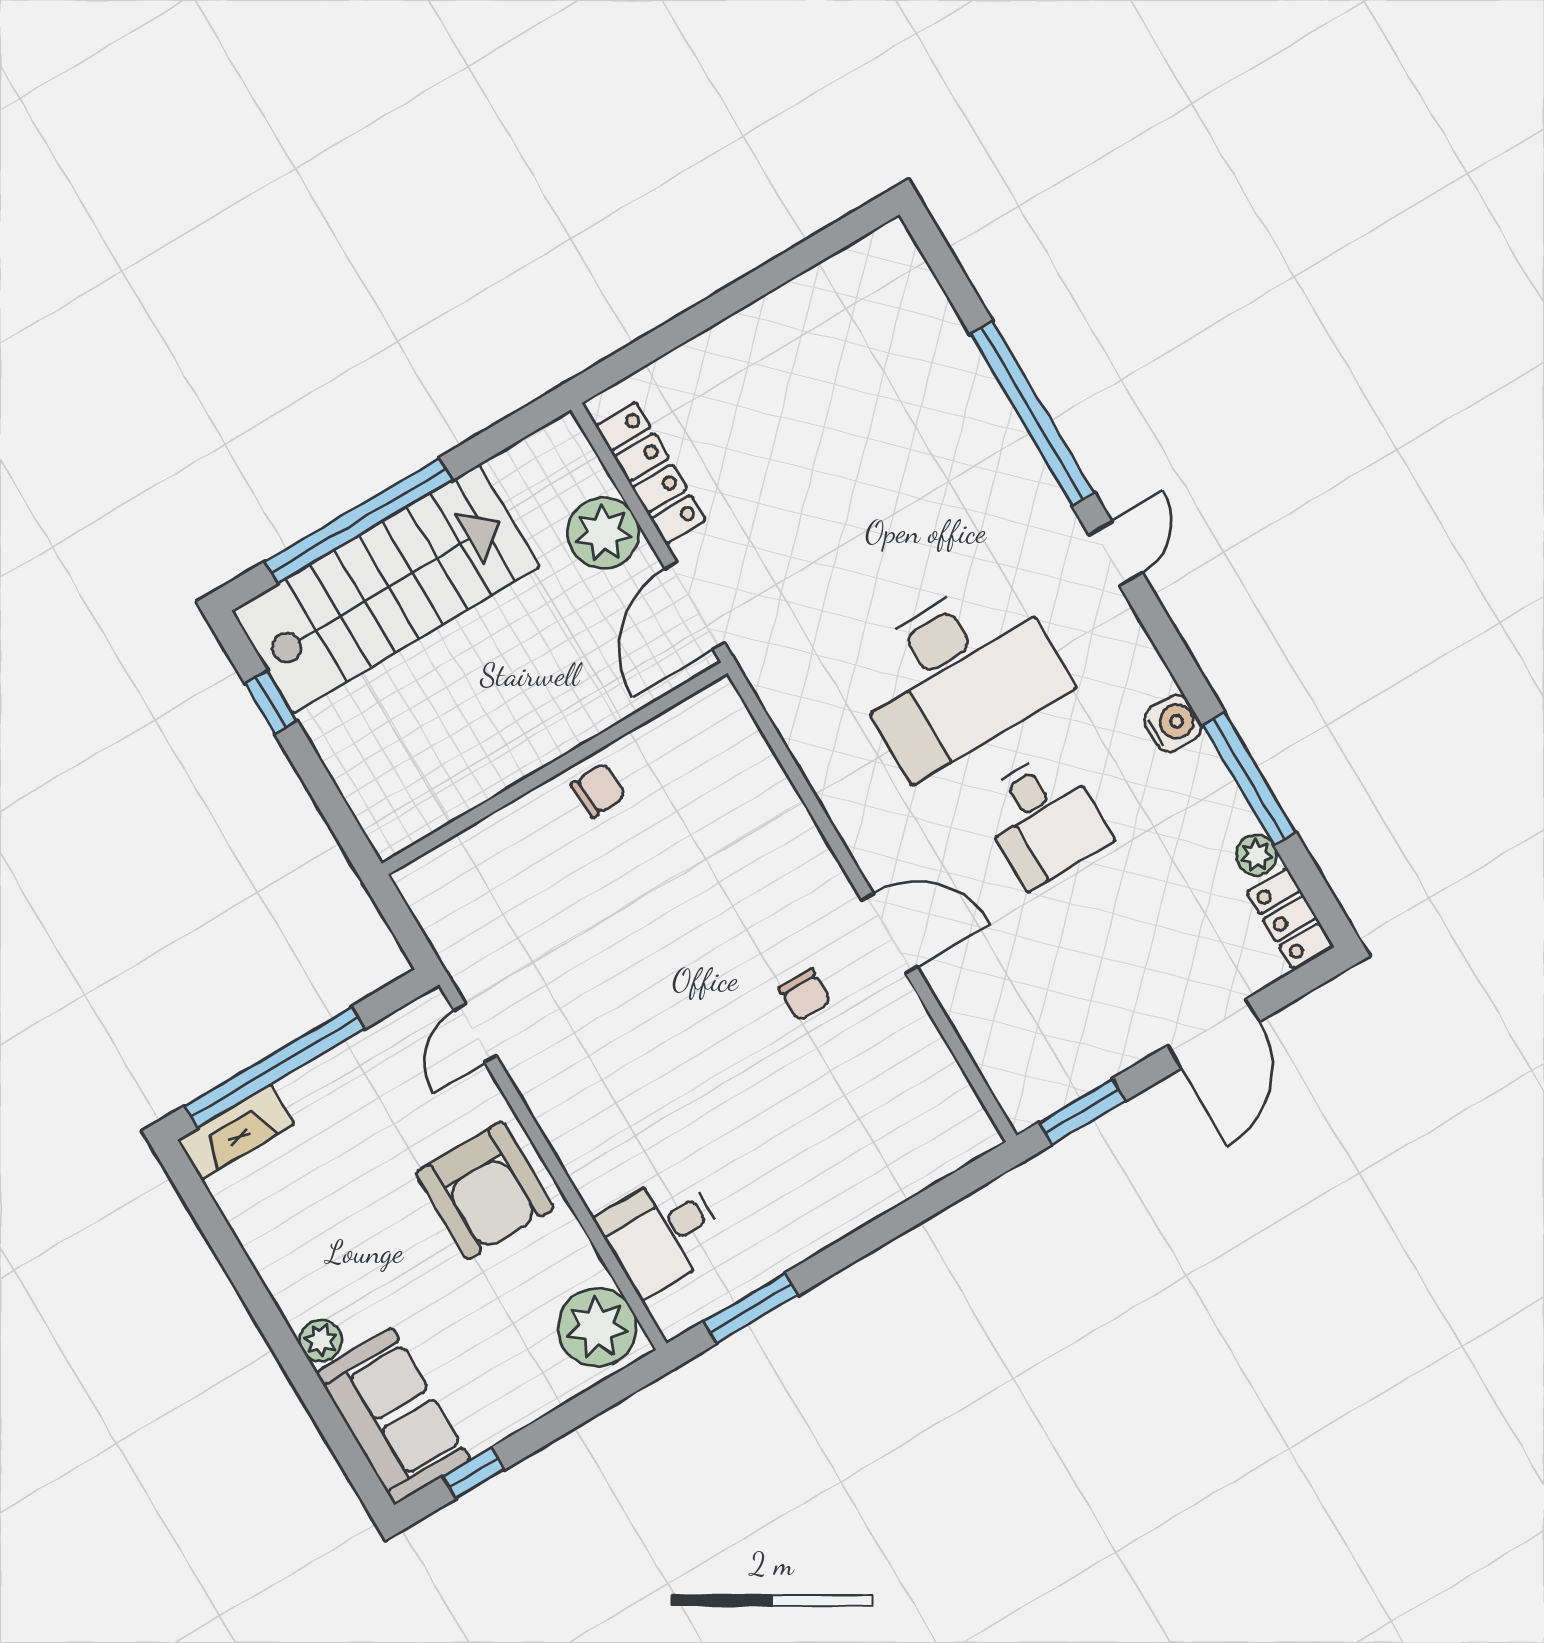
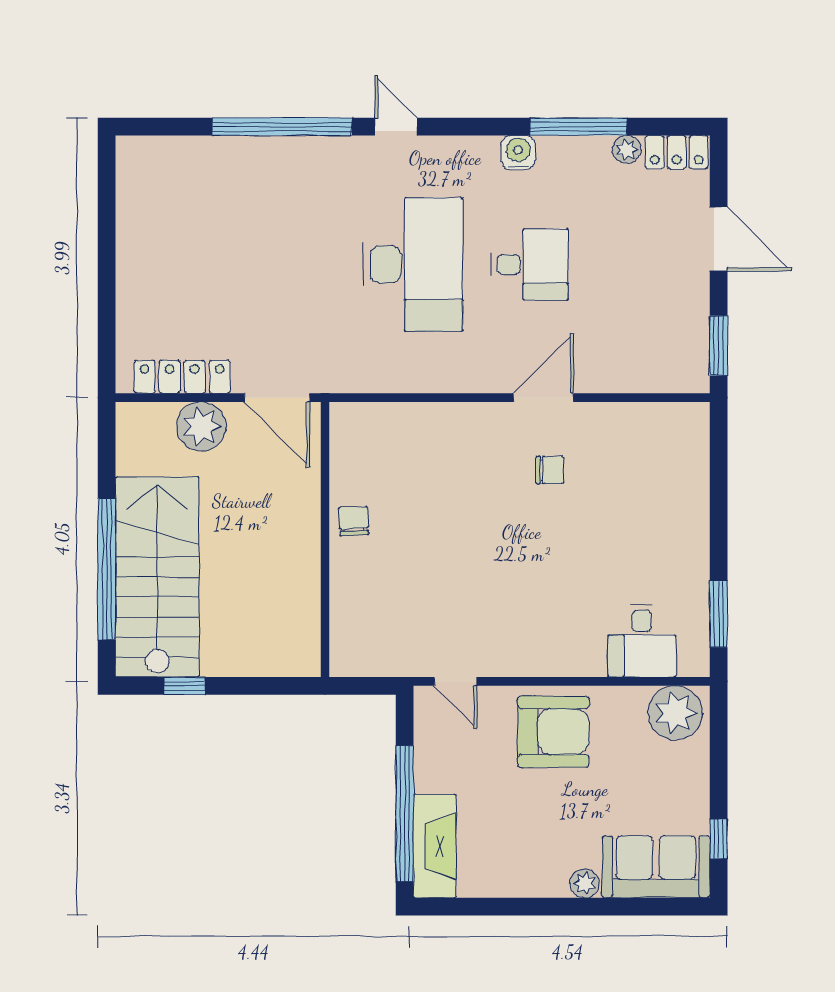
fireplace: (236, 1132) -> (435, 846), width x1.37, depth x1.32

